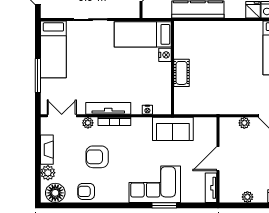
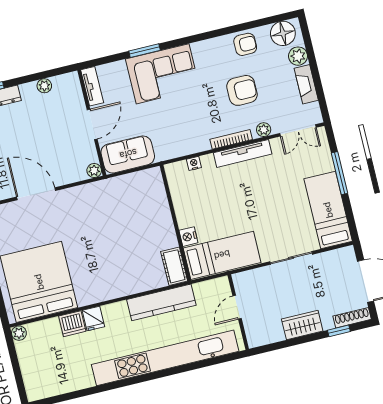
cot: (182, 73) -> (174, 266), moved
plant: (244, 123) -> (94, 171), moved
sofa: (173, 129) -> (128, 154), moved

